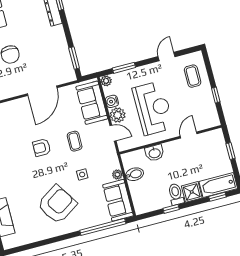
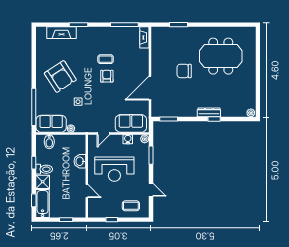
door: (42, 91) -> (150, 88), hinge flipped
plant: (118, 115) -> (116, 141), removed
coffee table: (75, 141) -> (106, 59), moved
bidet: (135, 174) -> (49, 142), moved

